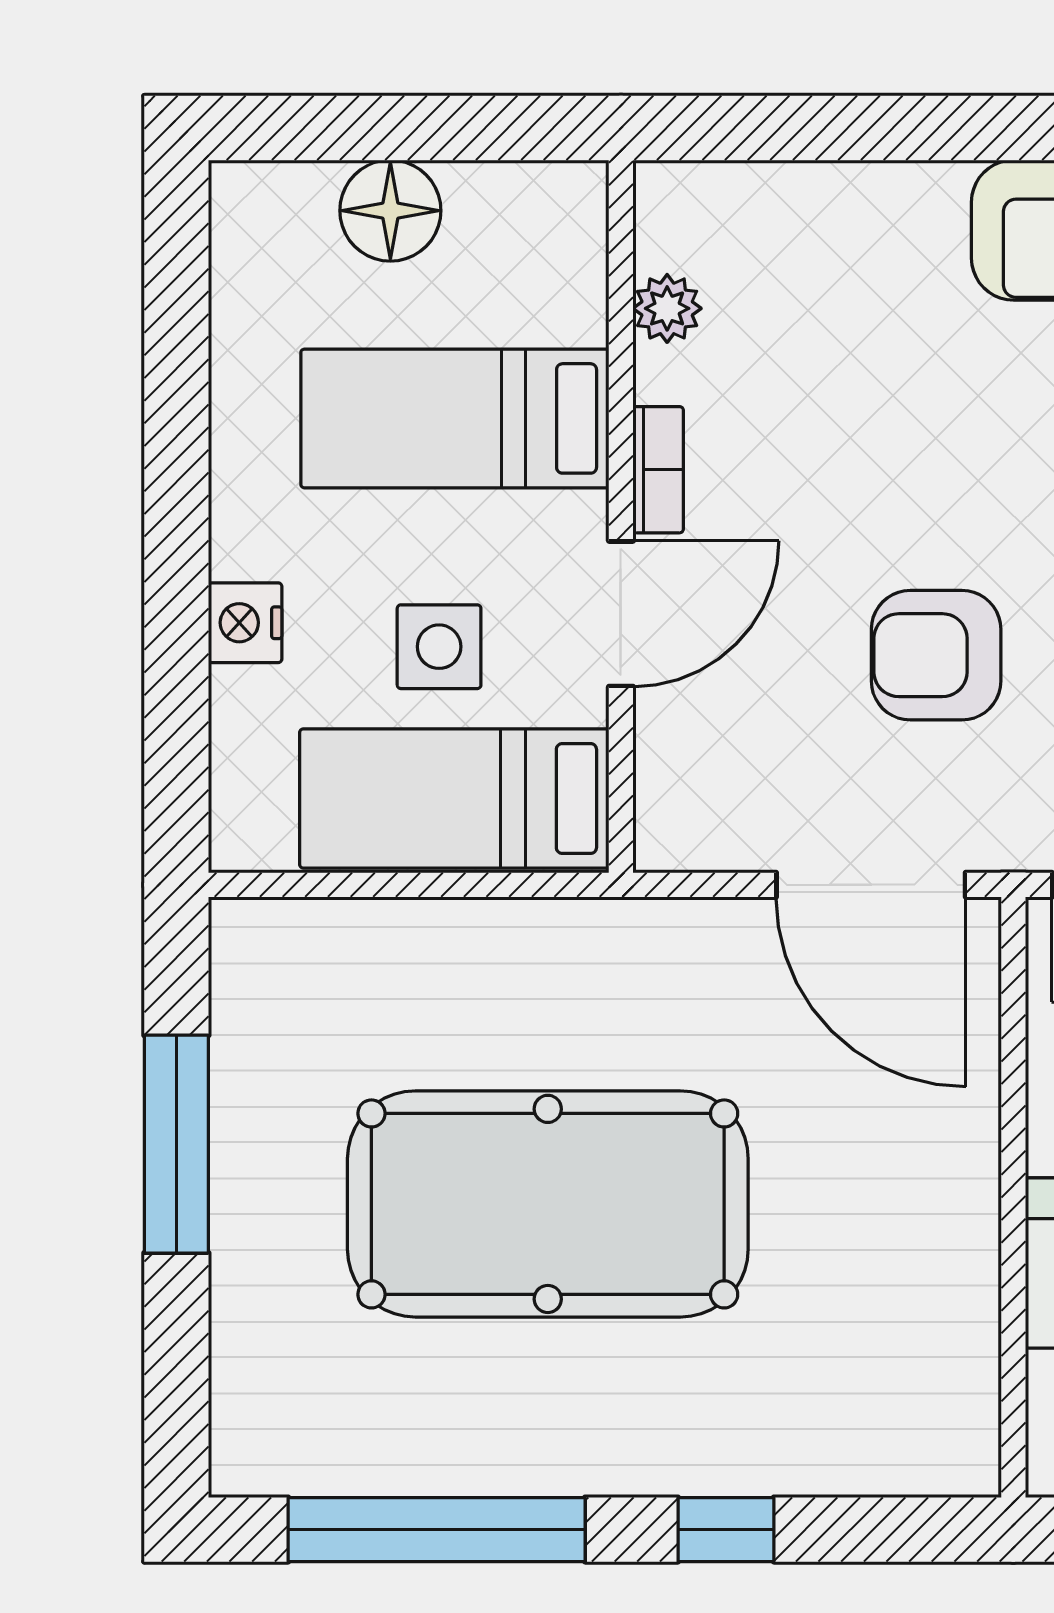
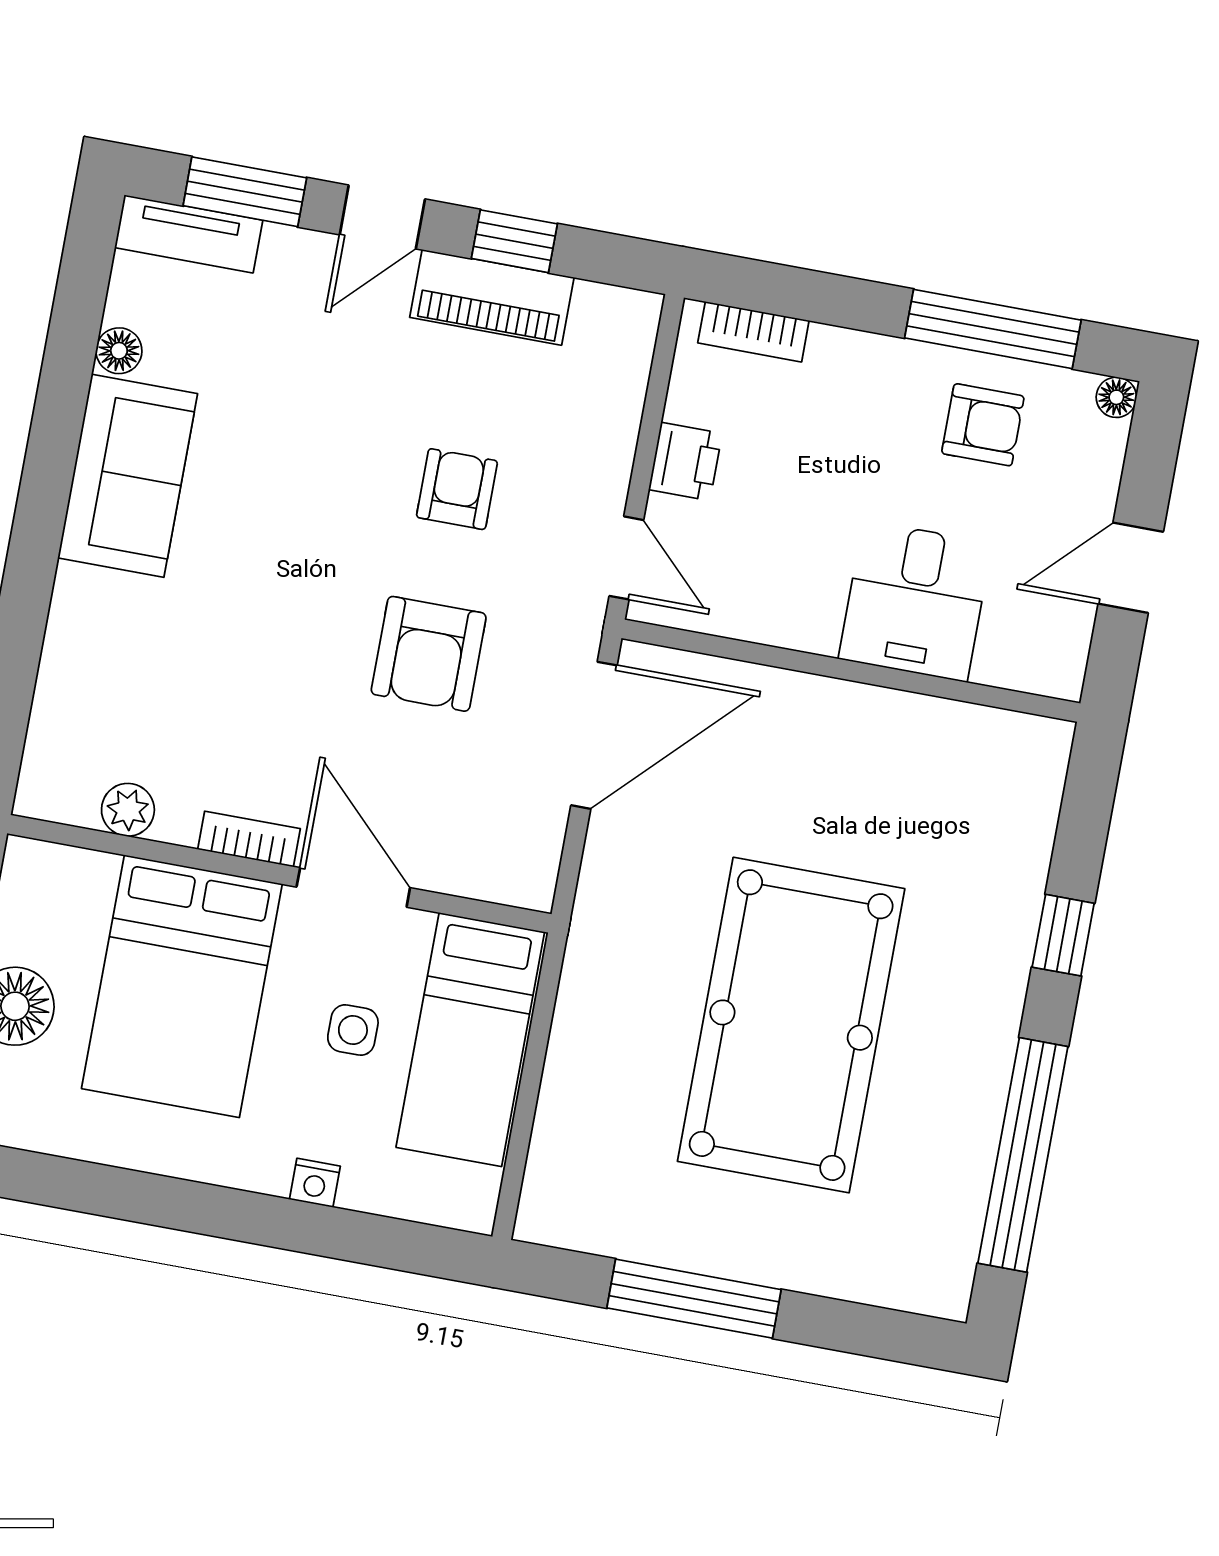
bed: (455, 418) -> (182, 986), width x1.50
nightstand: (245, 623) -> (315, 1183), width x0.72, depth x0.74
side table: (439, 647) -> (353, 1030), width x0.73, depth x0.73

